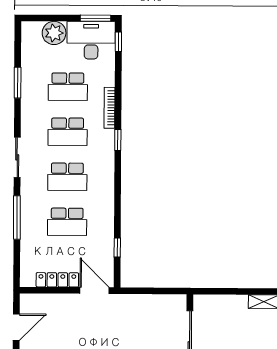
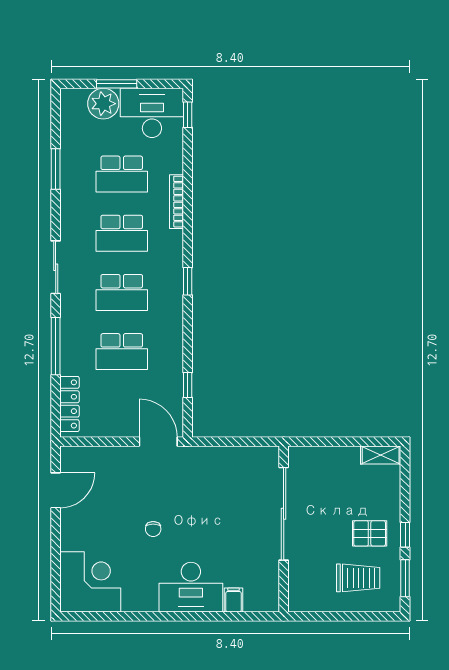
window: (96, 18) -> (117, 84), moved
window: (118, 140) -> (188, 281), moved
locker: (57, 280) -> (69, 404), moved, turned 90

